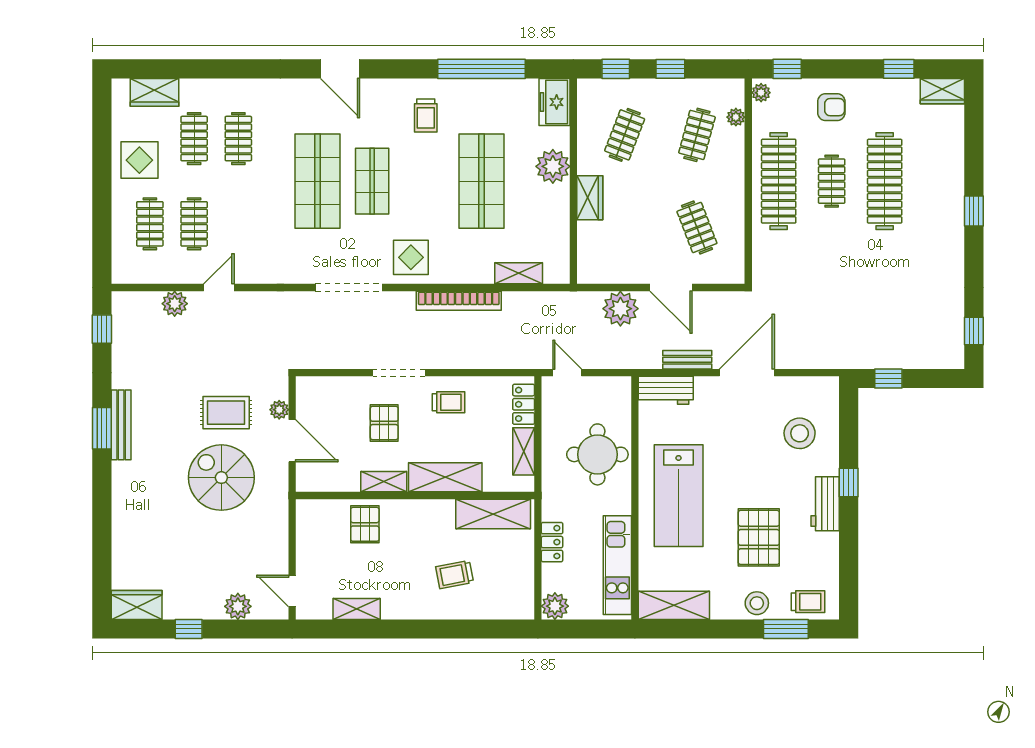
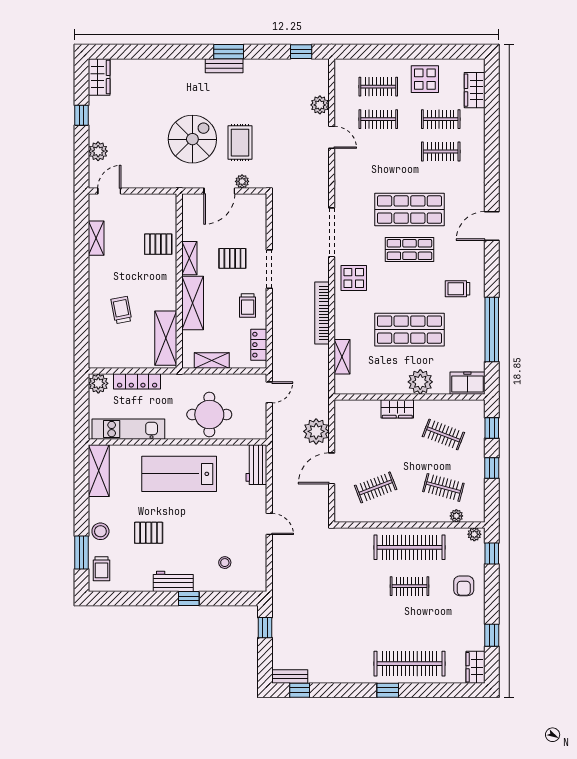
clothes rail: (885, 181) -> (409, 664), moved
bench: (687, 360) -> (290, 677), moved, turned 90
door: (747, 373) -> (269, 524), width x0.53
locker: (524, 404) -> (259, 345), moved, turned -90
bench: (121, 425) -> (224, 66), width x0.73
stool: (800, 433) -> (225, 563), width x0.53, depth x0.53
pallet: (759, 537) -> (149, 533), width x0.67, depth x0.71
locker: (552, 542) -> (137, 381), width x1.53

